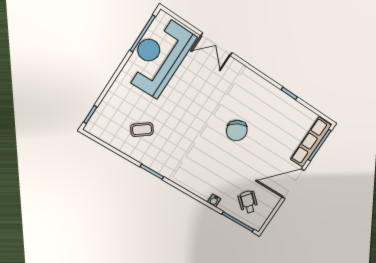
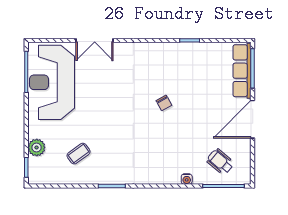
plant: (110, 103) -> (37, 147), added
chair: (237, 131) -> (164, 103), width x0.54, depth x0.54

